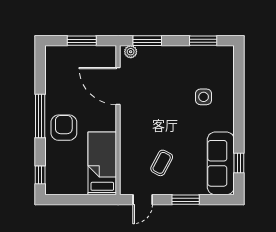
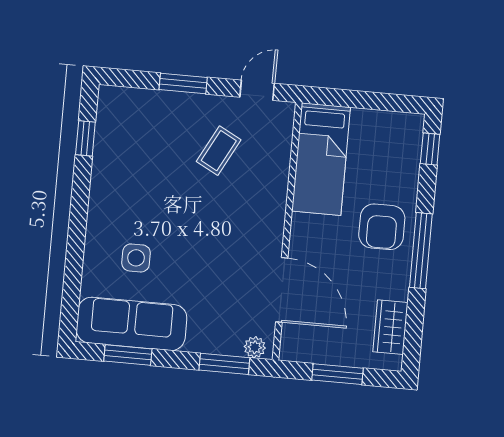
wardrobe: (54, 70) -> (390, 327), added
sofa: (221, 163) -> (132, 324), moved, turned -90

